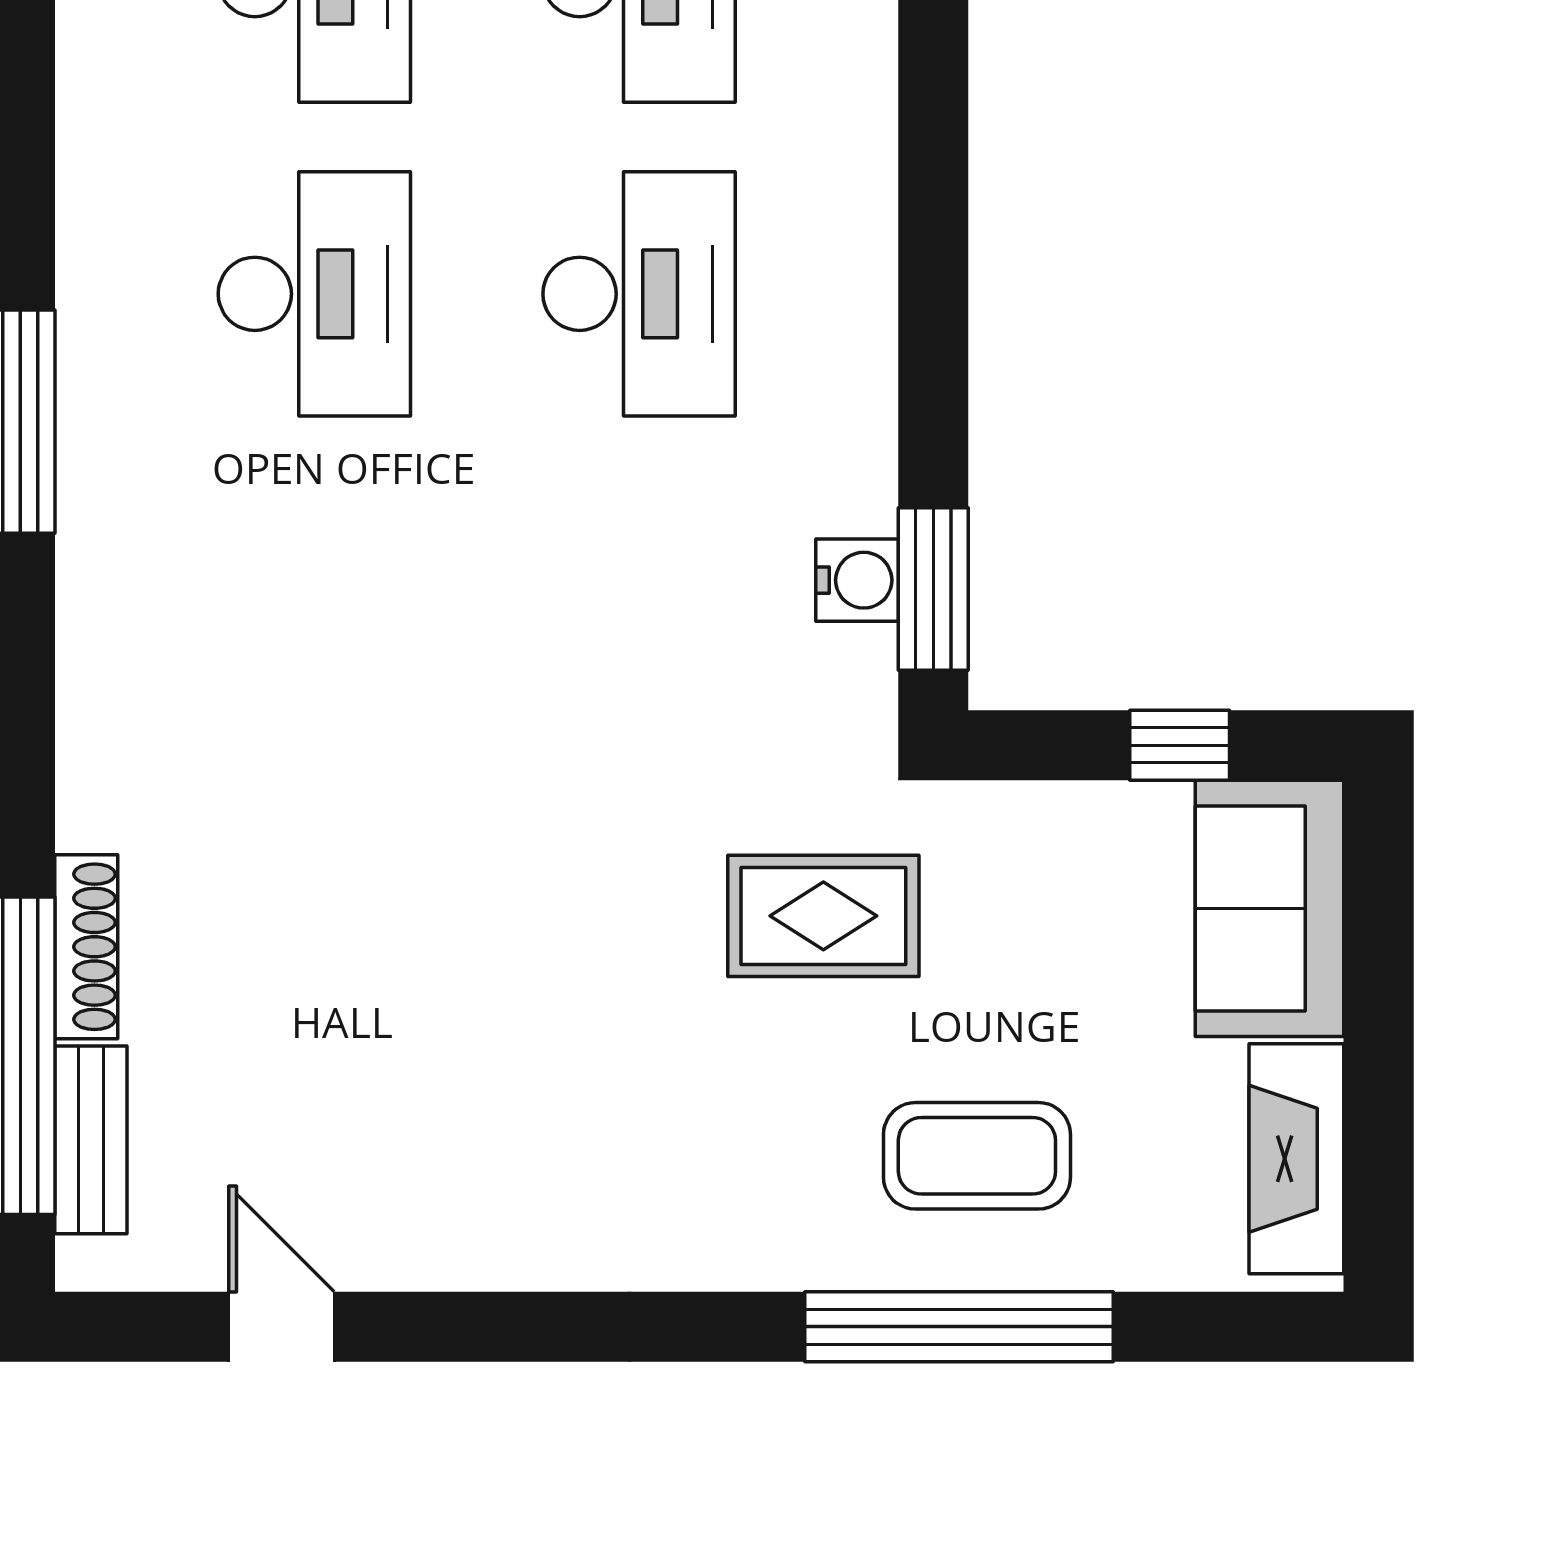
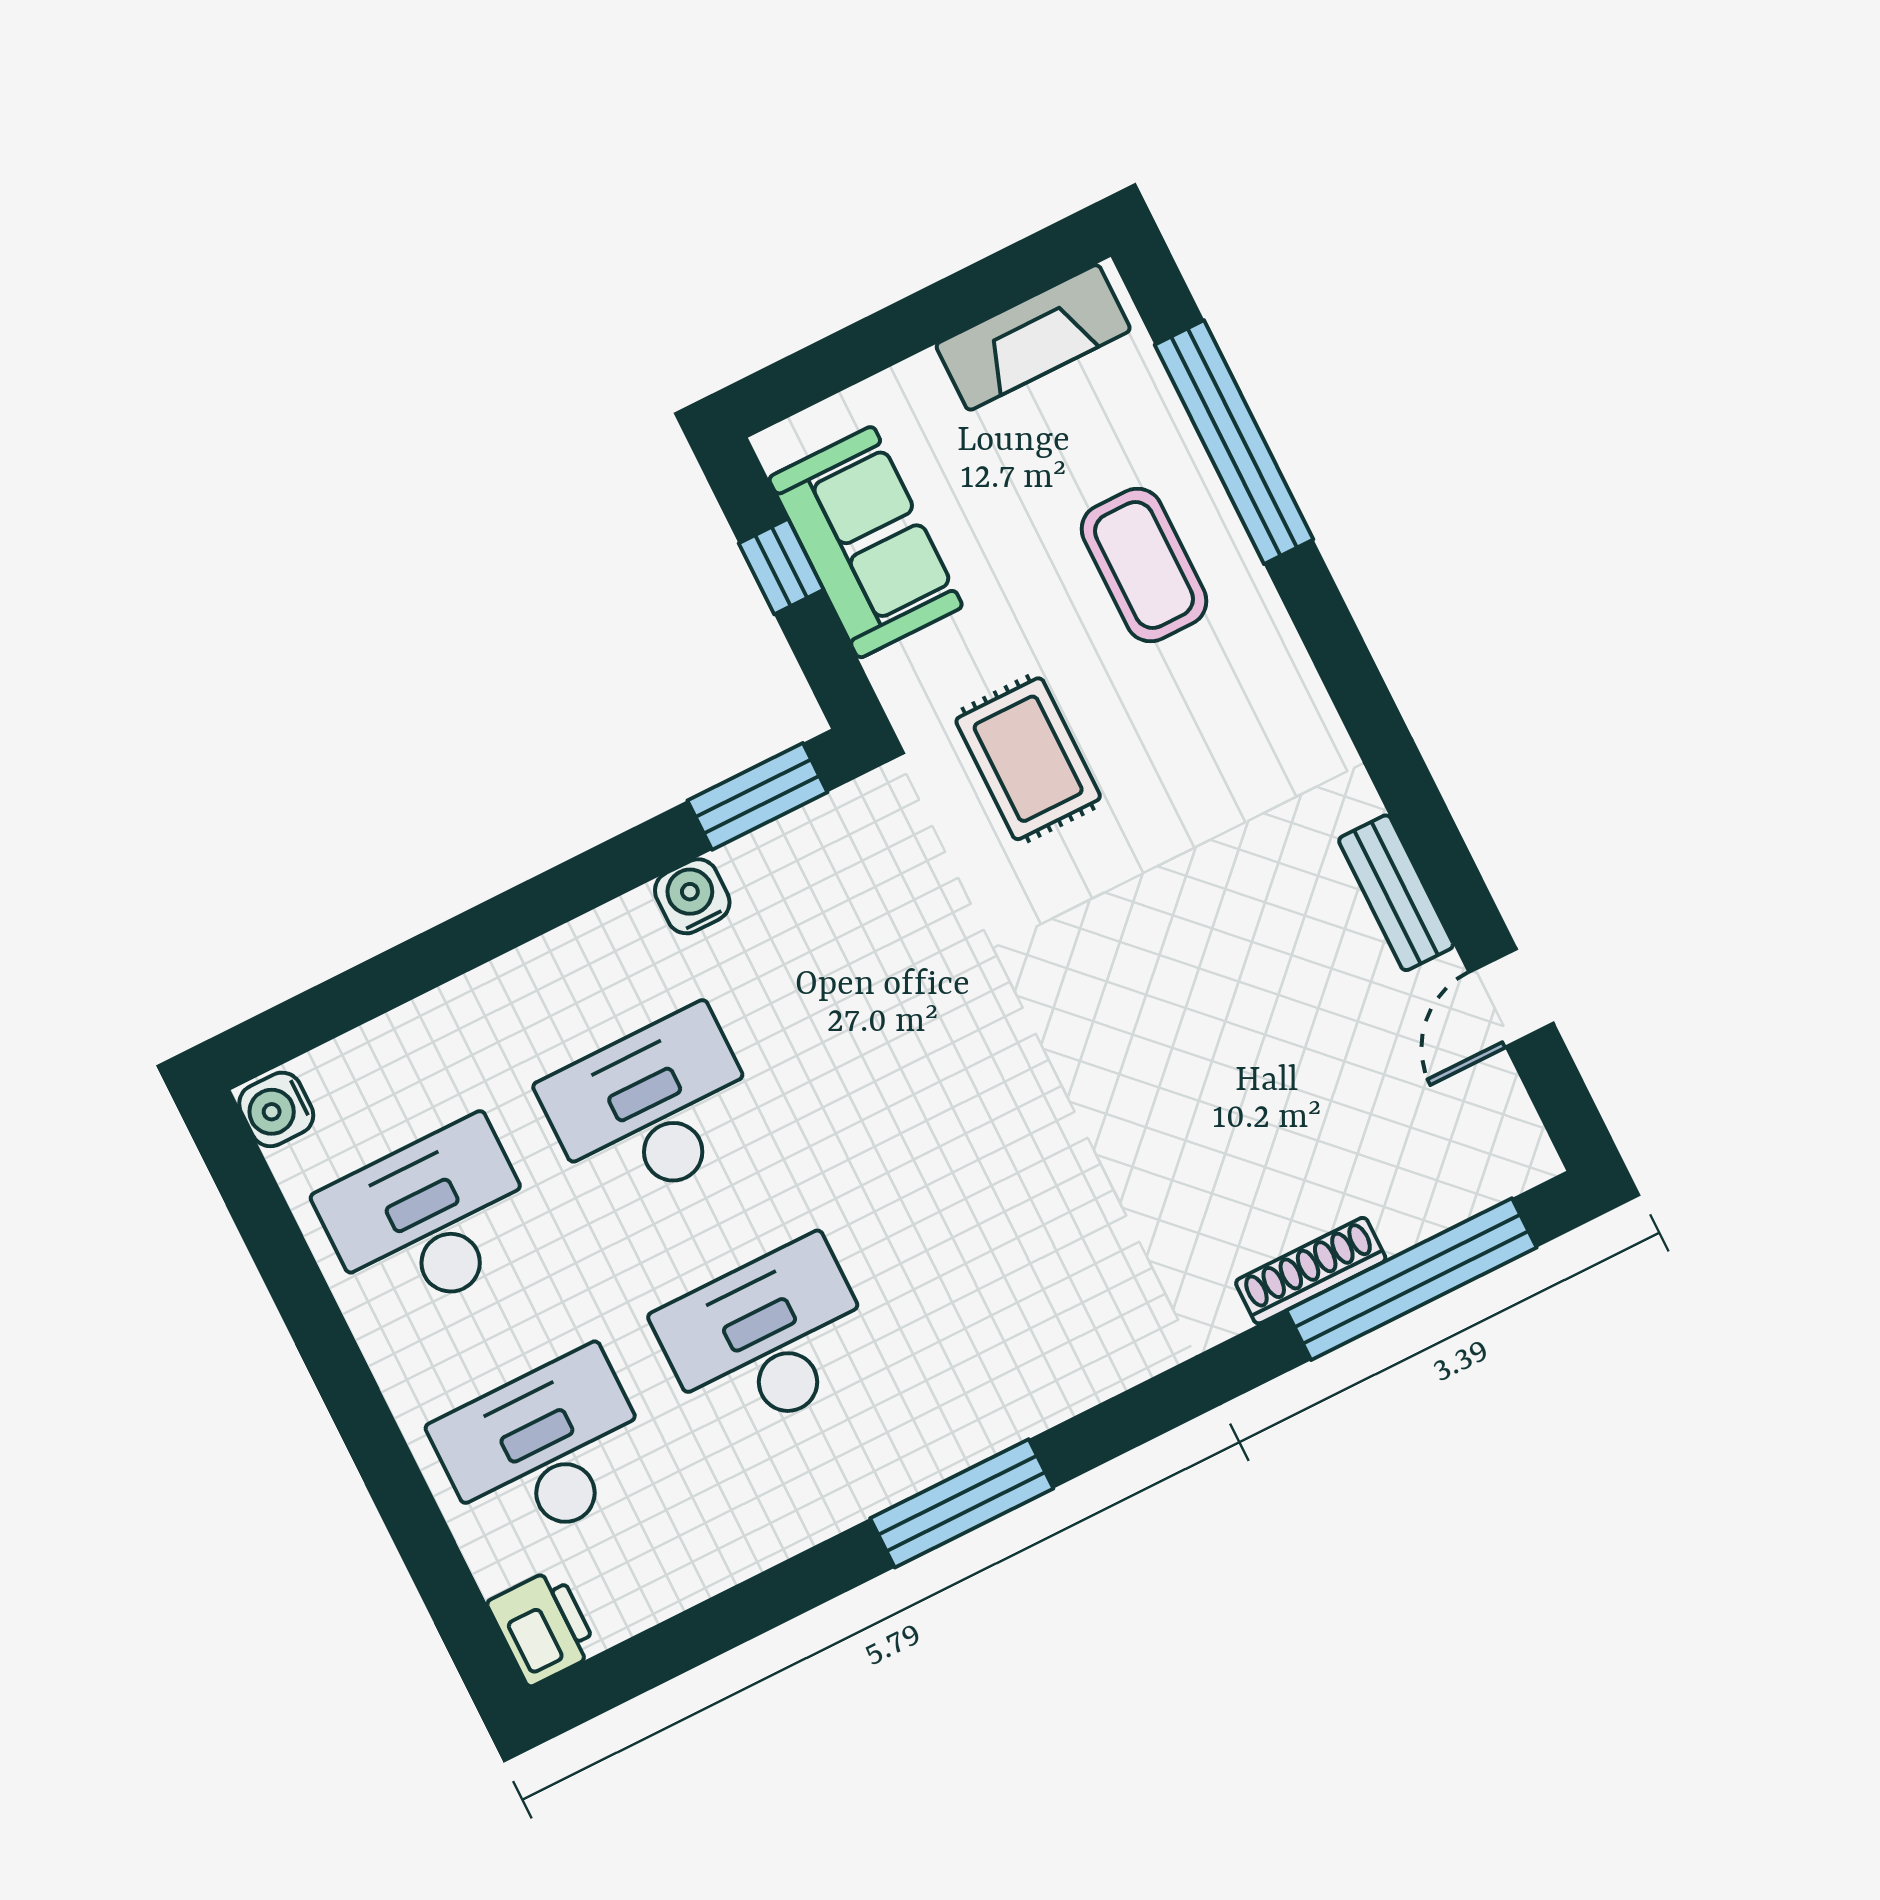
water cooler: (857, 580) -> (692, 896), moved
sofa: (1270, 908) -> (866, 542), moved, turned -90
bench: (91, 1140) -> (1396, 893), moved, turned 90
window: (959, 1327) -> (1234, 442), moved

